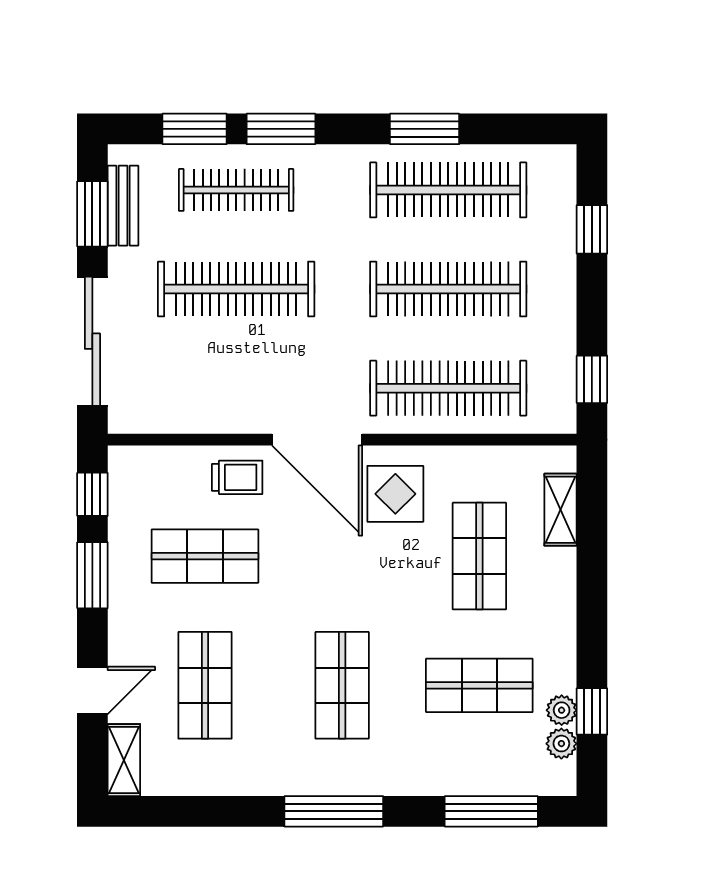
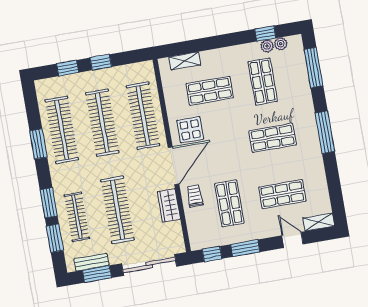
window: (592, 379) -> (101, 62), moved
wardrobe: (225, 412) -> (169, 205), added

